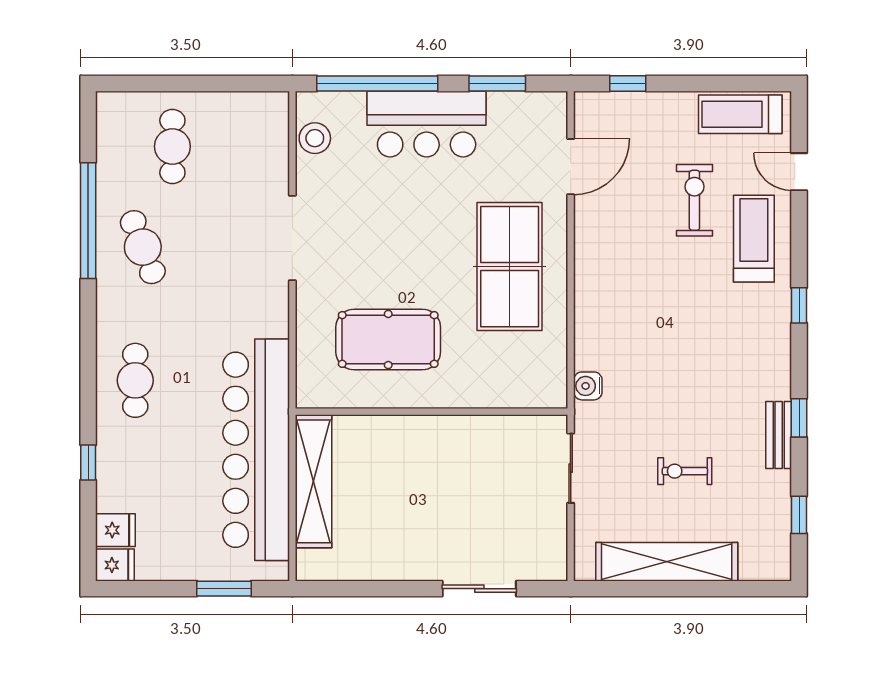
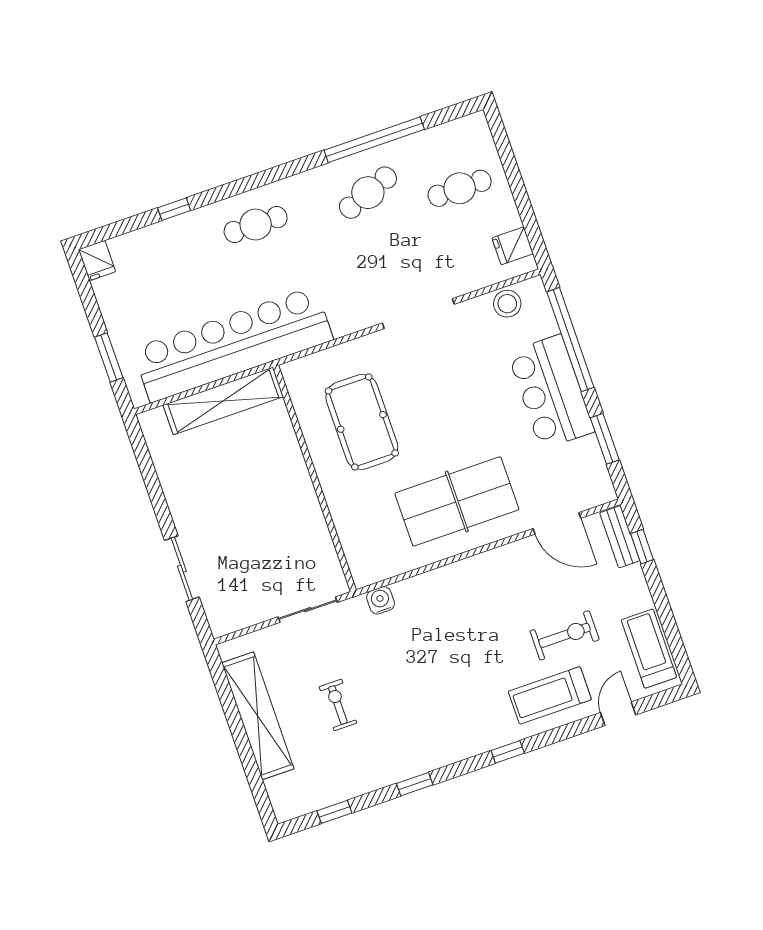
treadmill: (754, 239) -> (550, 695), turned 180
bench: (779, 435) -> (620, 537), moved, turned 90
fridge: (115, 530) -> (513, 246), moved, turned 90

